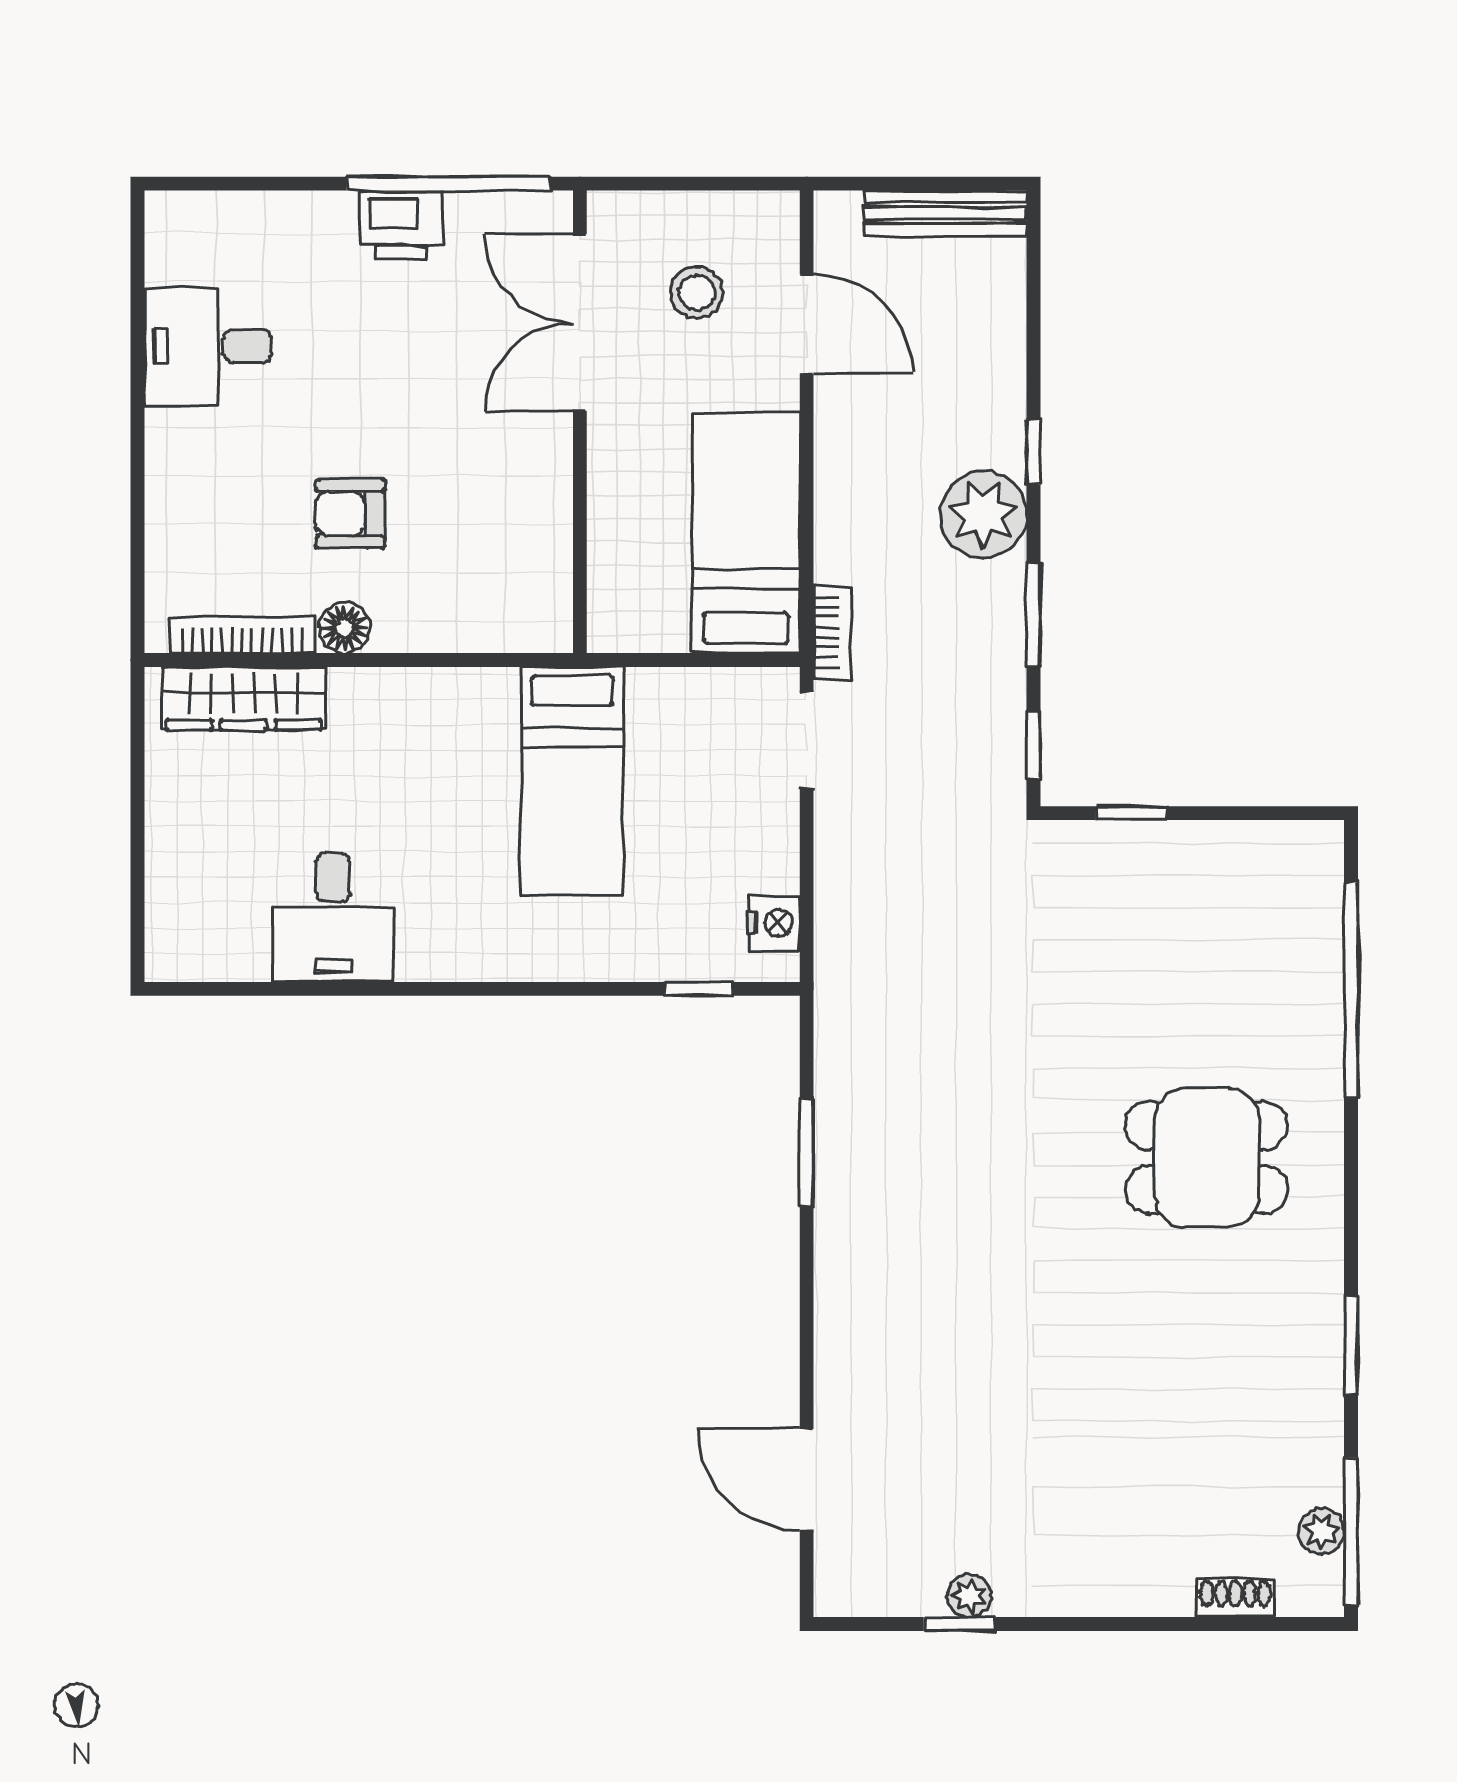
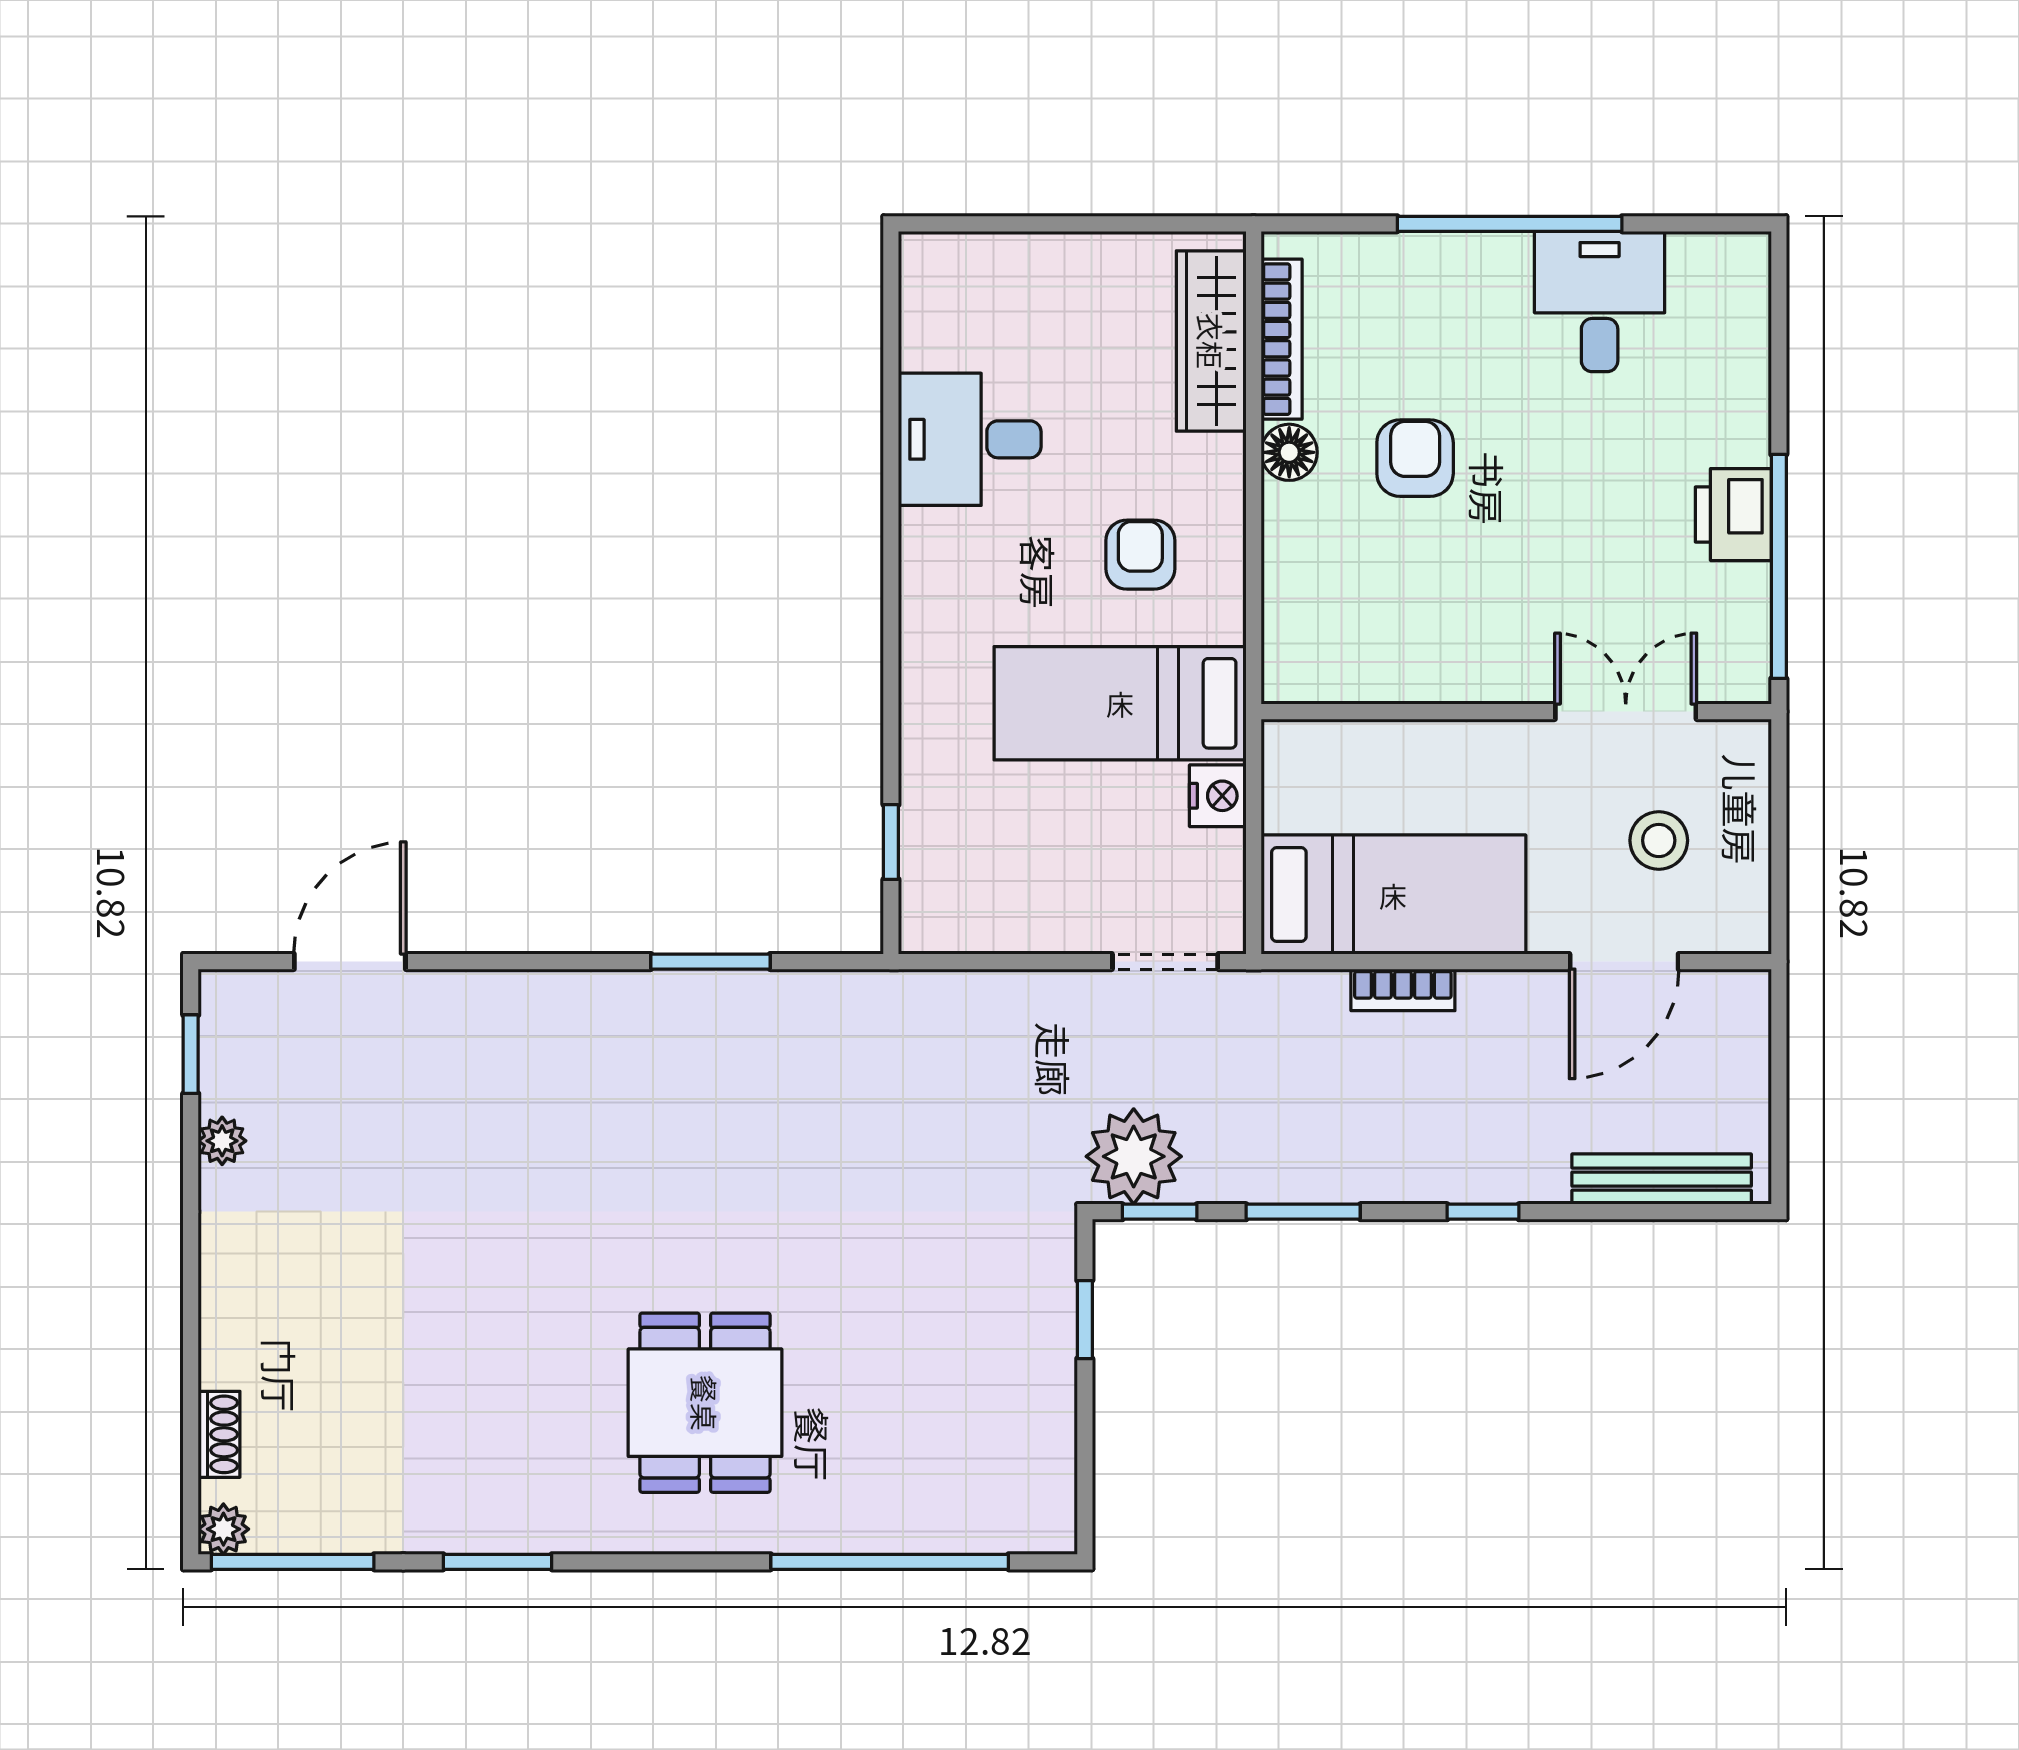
bench: (945, 213) -> (1662, 1179), moved, turned 90
double door: (580, 323) -> (1626, 712), width x0.73
window: (138, 428) -> (1510, 224), added
plant: (983, 514) -> (1134, 1156), moved
bookcase: (832, 632) -> (1403, 990), moved
armchair: (438, 763) -> (1140, 555), added
nightstand: (774, 923) -> (1218, 796), moved, turned -90
plant: (1321, 1531) -> (223, 1529), moved
window: (960, 1624) -> (191, 1054), moved

